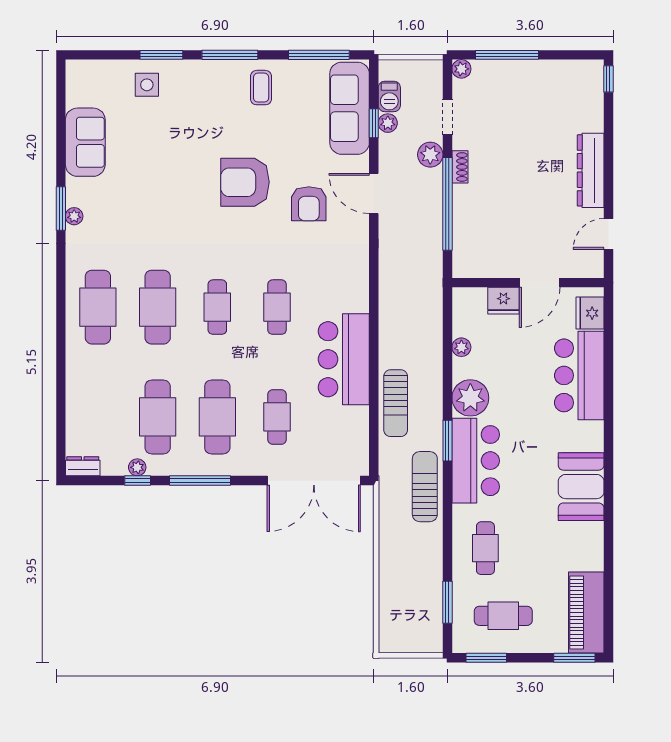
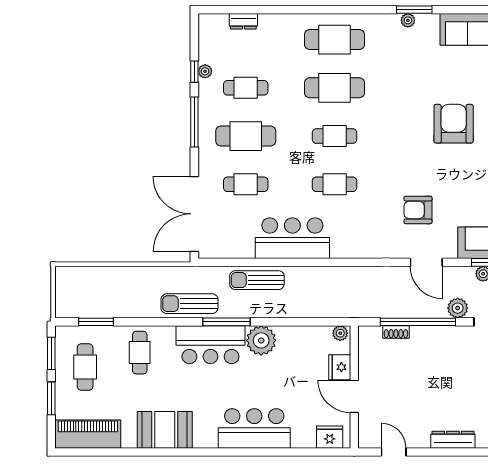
shoe rack: (460, 167) -> (396, 332), moved
dresser: (591, 170) -> (453, 440), width x0.73, depth x0.80
armchair: (245, 182) -> (454, 124), moved
door: (374, 193) -> (426, 262), swing flipped
plant: (461, 347) -> (340, 333), moved
bar counter: (579, 375) -> (254, 428), moved
cafe table: (158, 417) -> (246, 88), width x0.73, depth x0.74
window: (447, 441) -> (227, 322), width x1.44
dresser: (83, 466) -> (243, 21), moved, turned 90
sun lounger: (425, 487) -> (189, 304), turned 180
booth: (581, 487) -> (165, 430), moved
cafe table: (485, 548) -> (140, 353), turned 90
window: (574, 658) -> (51, 398), moved

